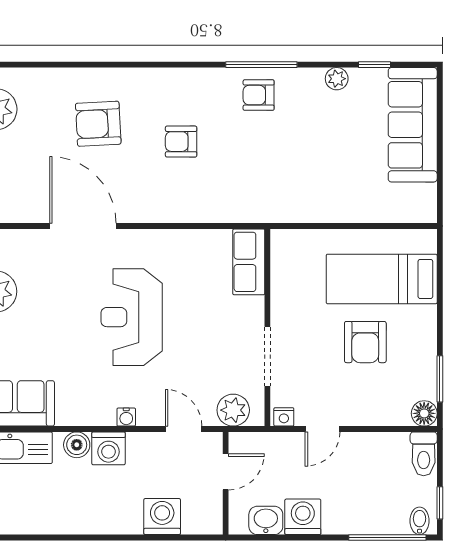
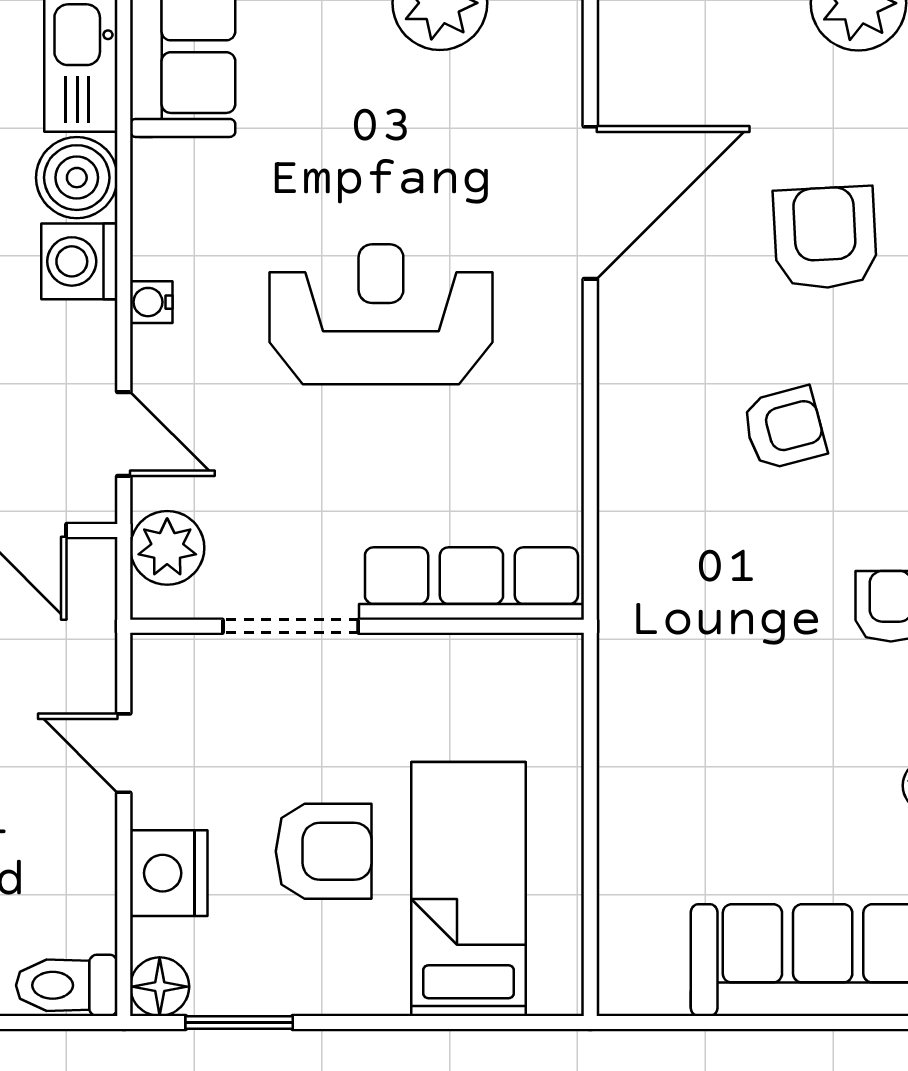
armchair: (181, 142) -> (784, 428), turned 75
row of seats: (249, 262) -> (471, 584), width x1.48
armchair: (365, 342) -> (324, 851), turned 180
nightstand: (284, 417) -> (169, 873), moved, width x1.89, depth x1.79
door: (184, 429) -> (124, 434), hinge flipped
boiler: (77, 445) -> (77, 178), width x1.36, depth x1.36

